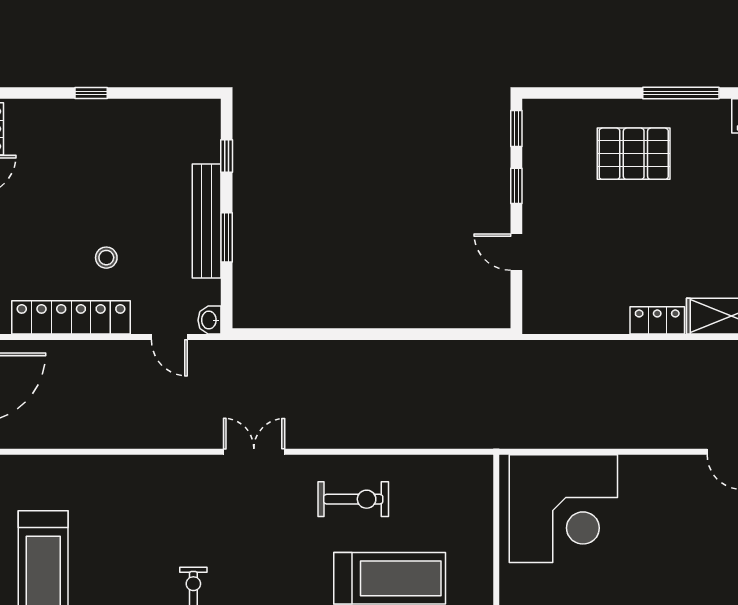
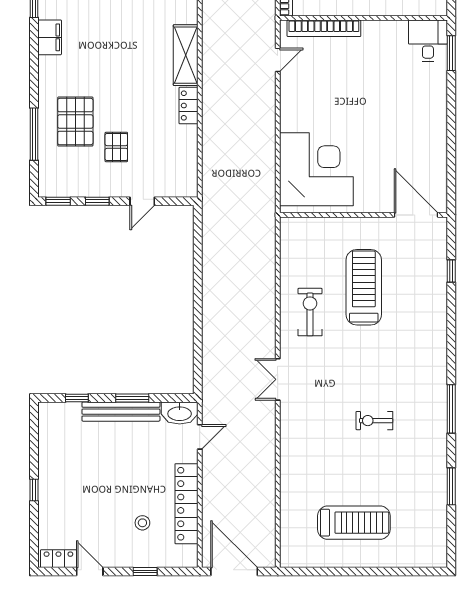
window: (681, 93) -> (34, 134), moved
pallet: (596, 214) -> (116, 147), added
stool: (106, 258) -> (142, 523), moved
washbasin: (210, 320) -> (180, 413), width x1.91, depth x1.45

